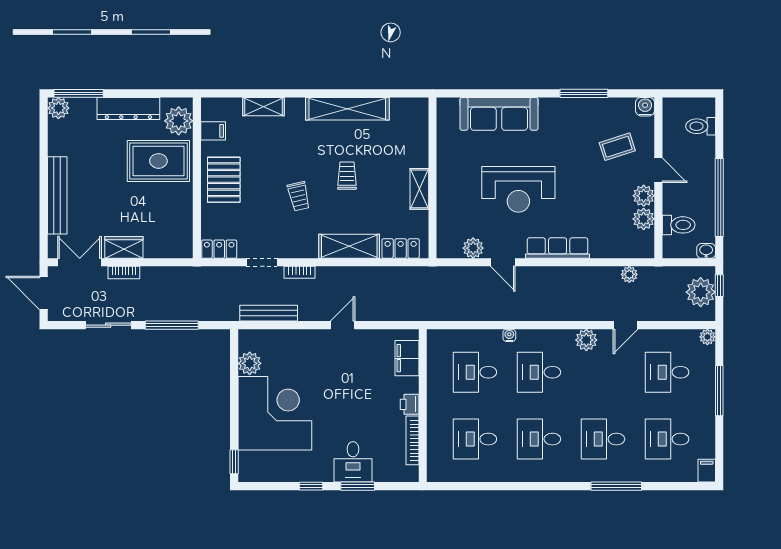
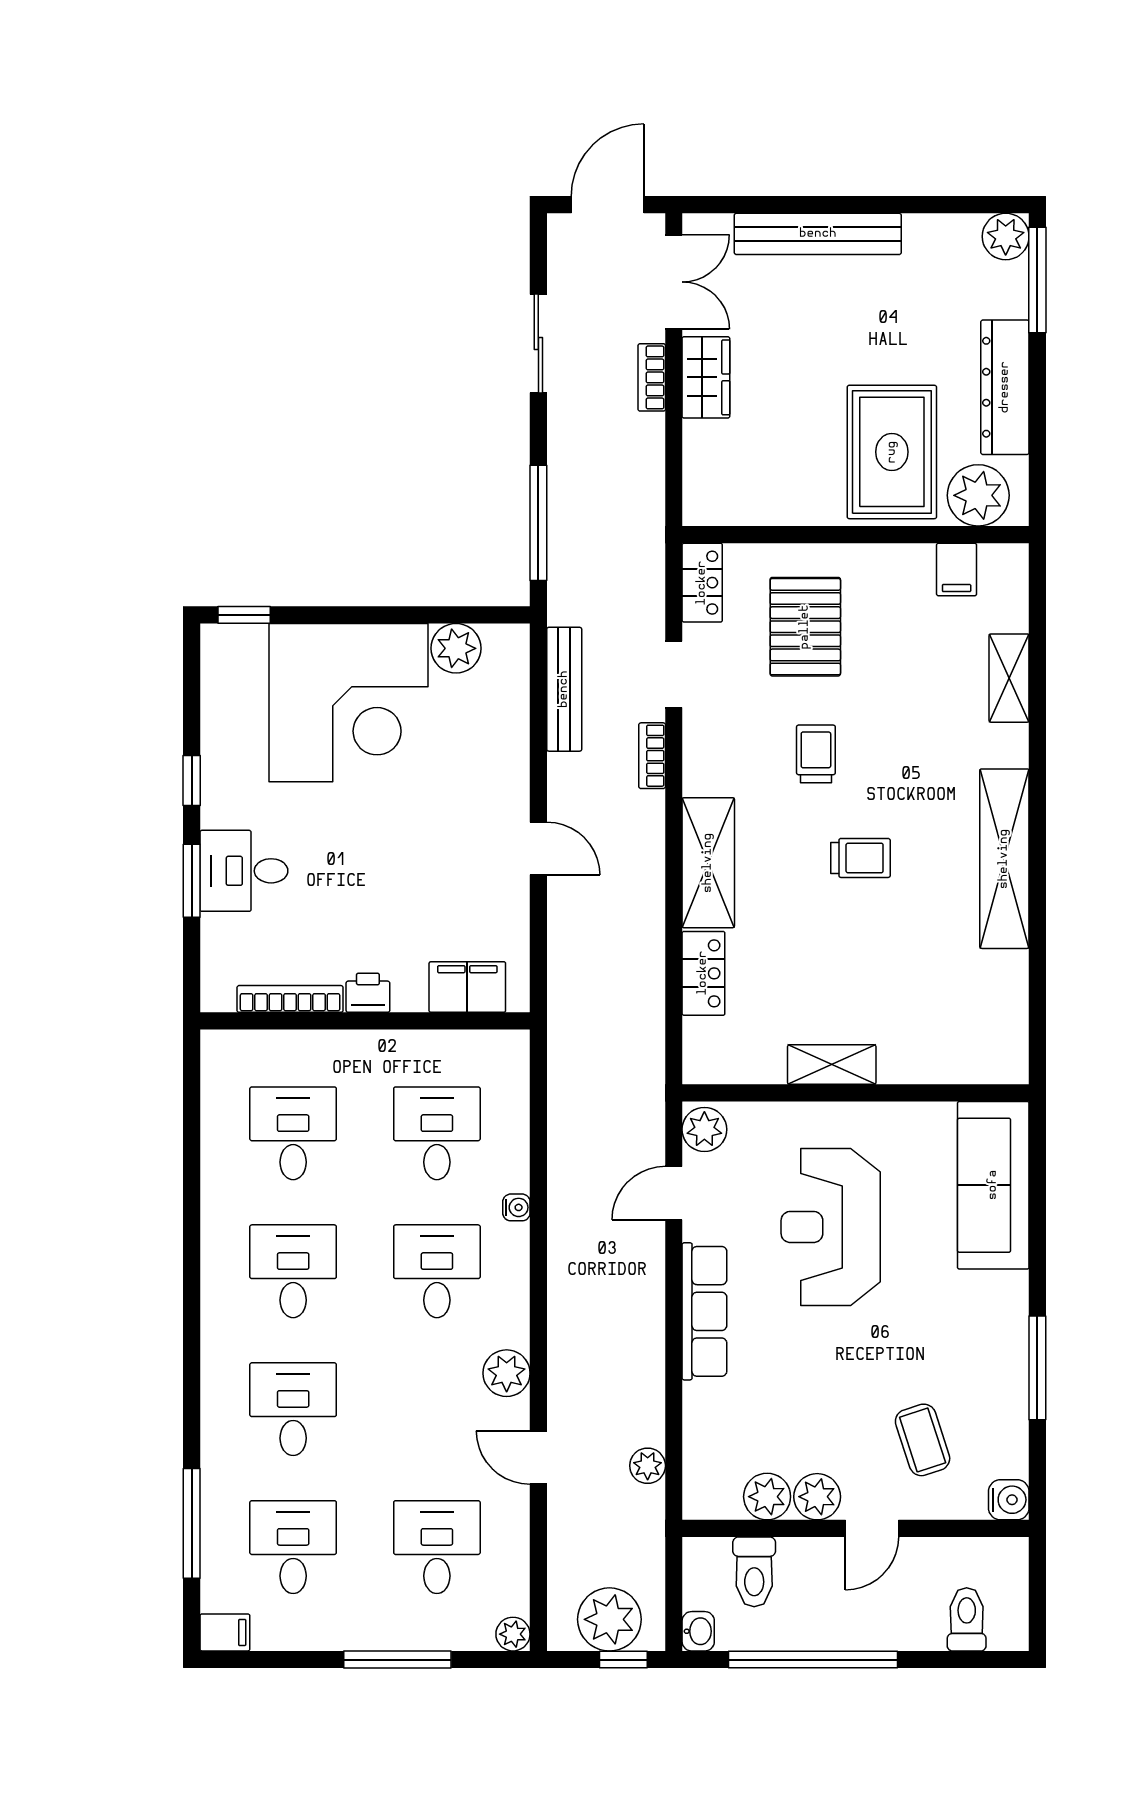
wall: (433, 178) -> (856, 1093), moved
pallet: (224, 180) -> (805, 627), moved, turned 90
shelving: (419, 189) -> (832, 1065), moved
trolley: (299, 196) -> (816, 754), turned 103
window: (172, 325) -> (538, 523), moved
window: (616, 486) -> (192, 1523), moved

